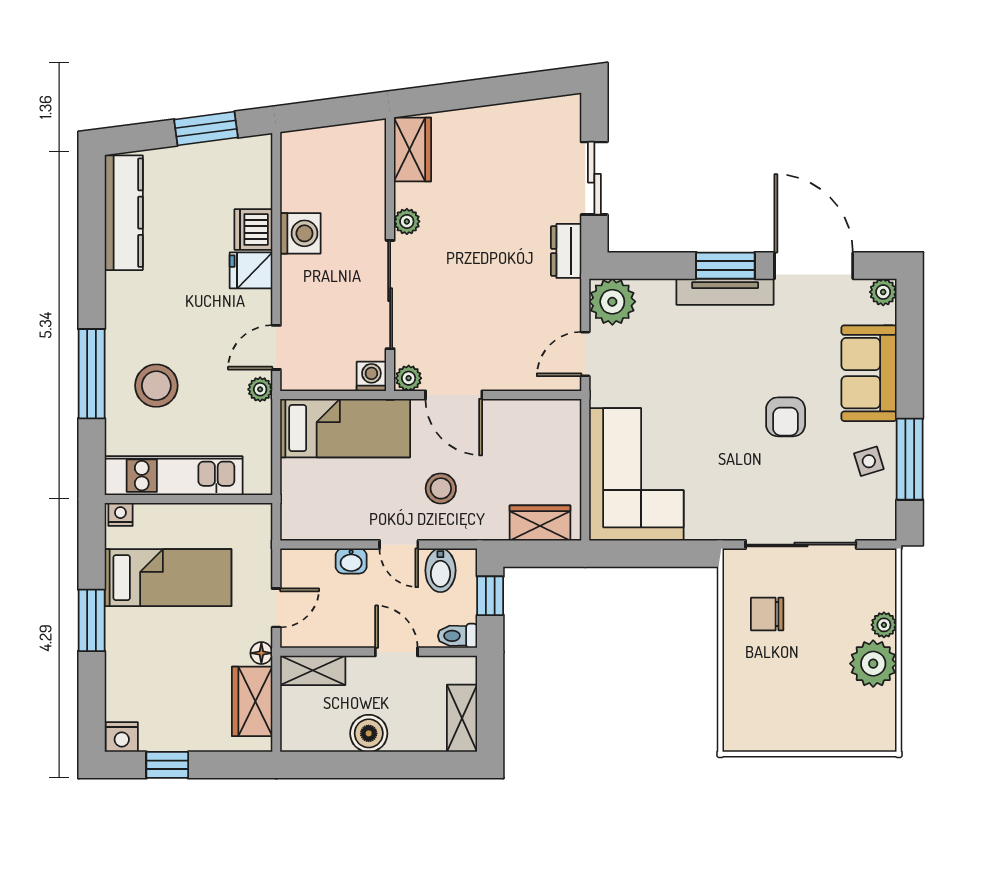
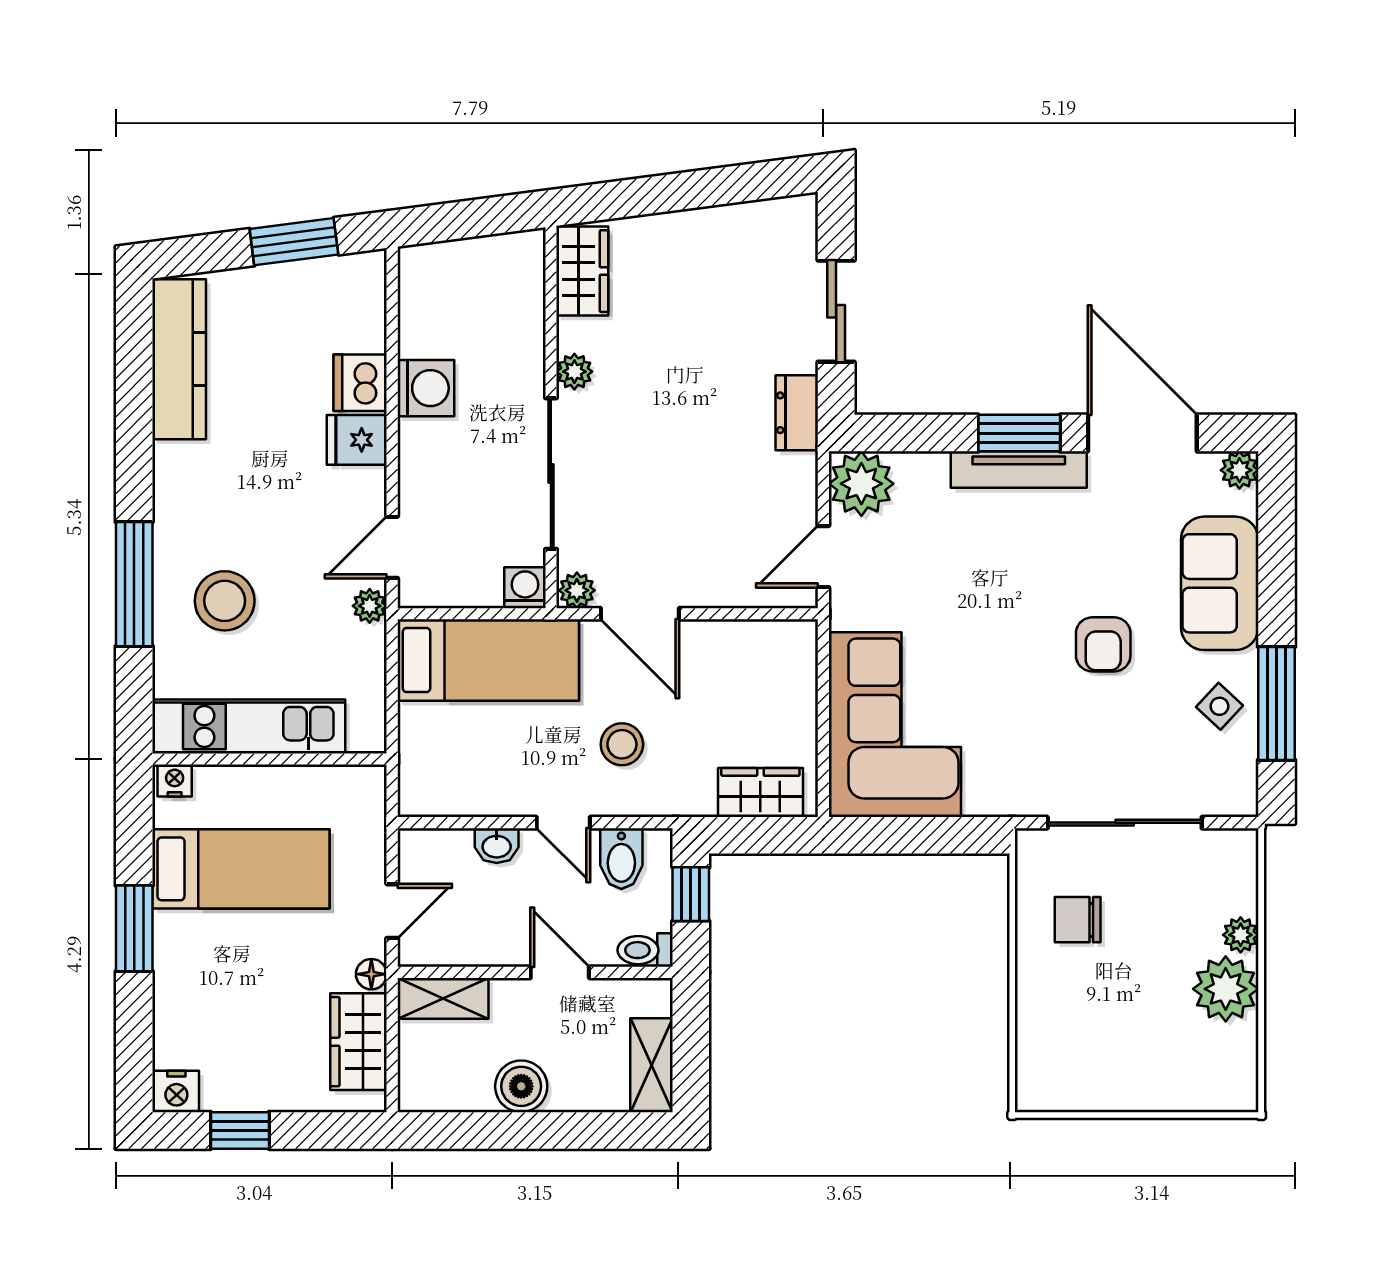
side table: (869, 461) -> (1220, 706), turned -30

